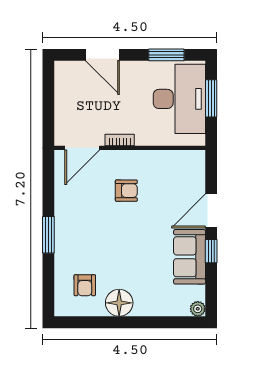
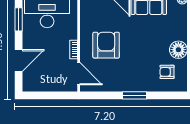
armchair: (126, 191) -> (106, 45), width x1.88, depth x1.88
armchair: (85, 285) -> (167, 72), turned 180

